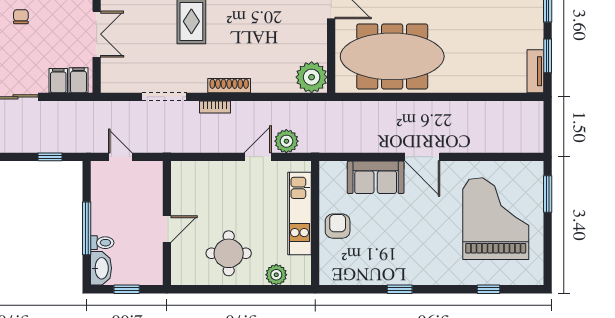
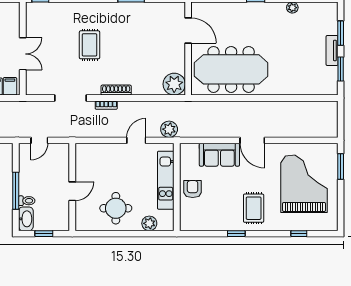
tv unit: (535, 71) -> (332, 50), moved
plant: (286, 141) -> (169, 129), moved
door: (120, 157) -> (39, 140), swing flipped
rug: (424, 253) -> (254, 208), added

